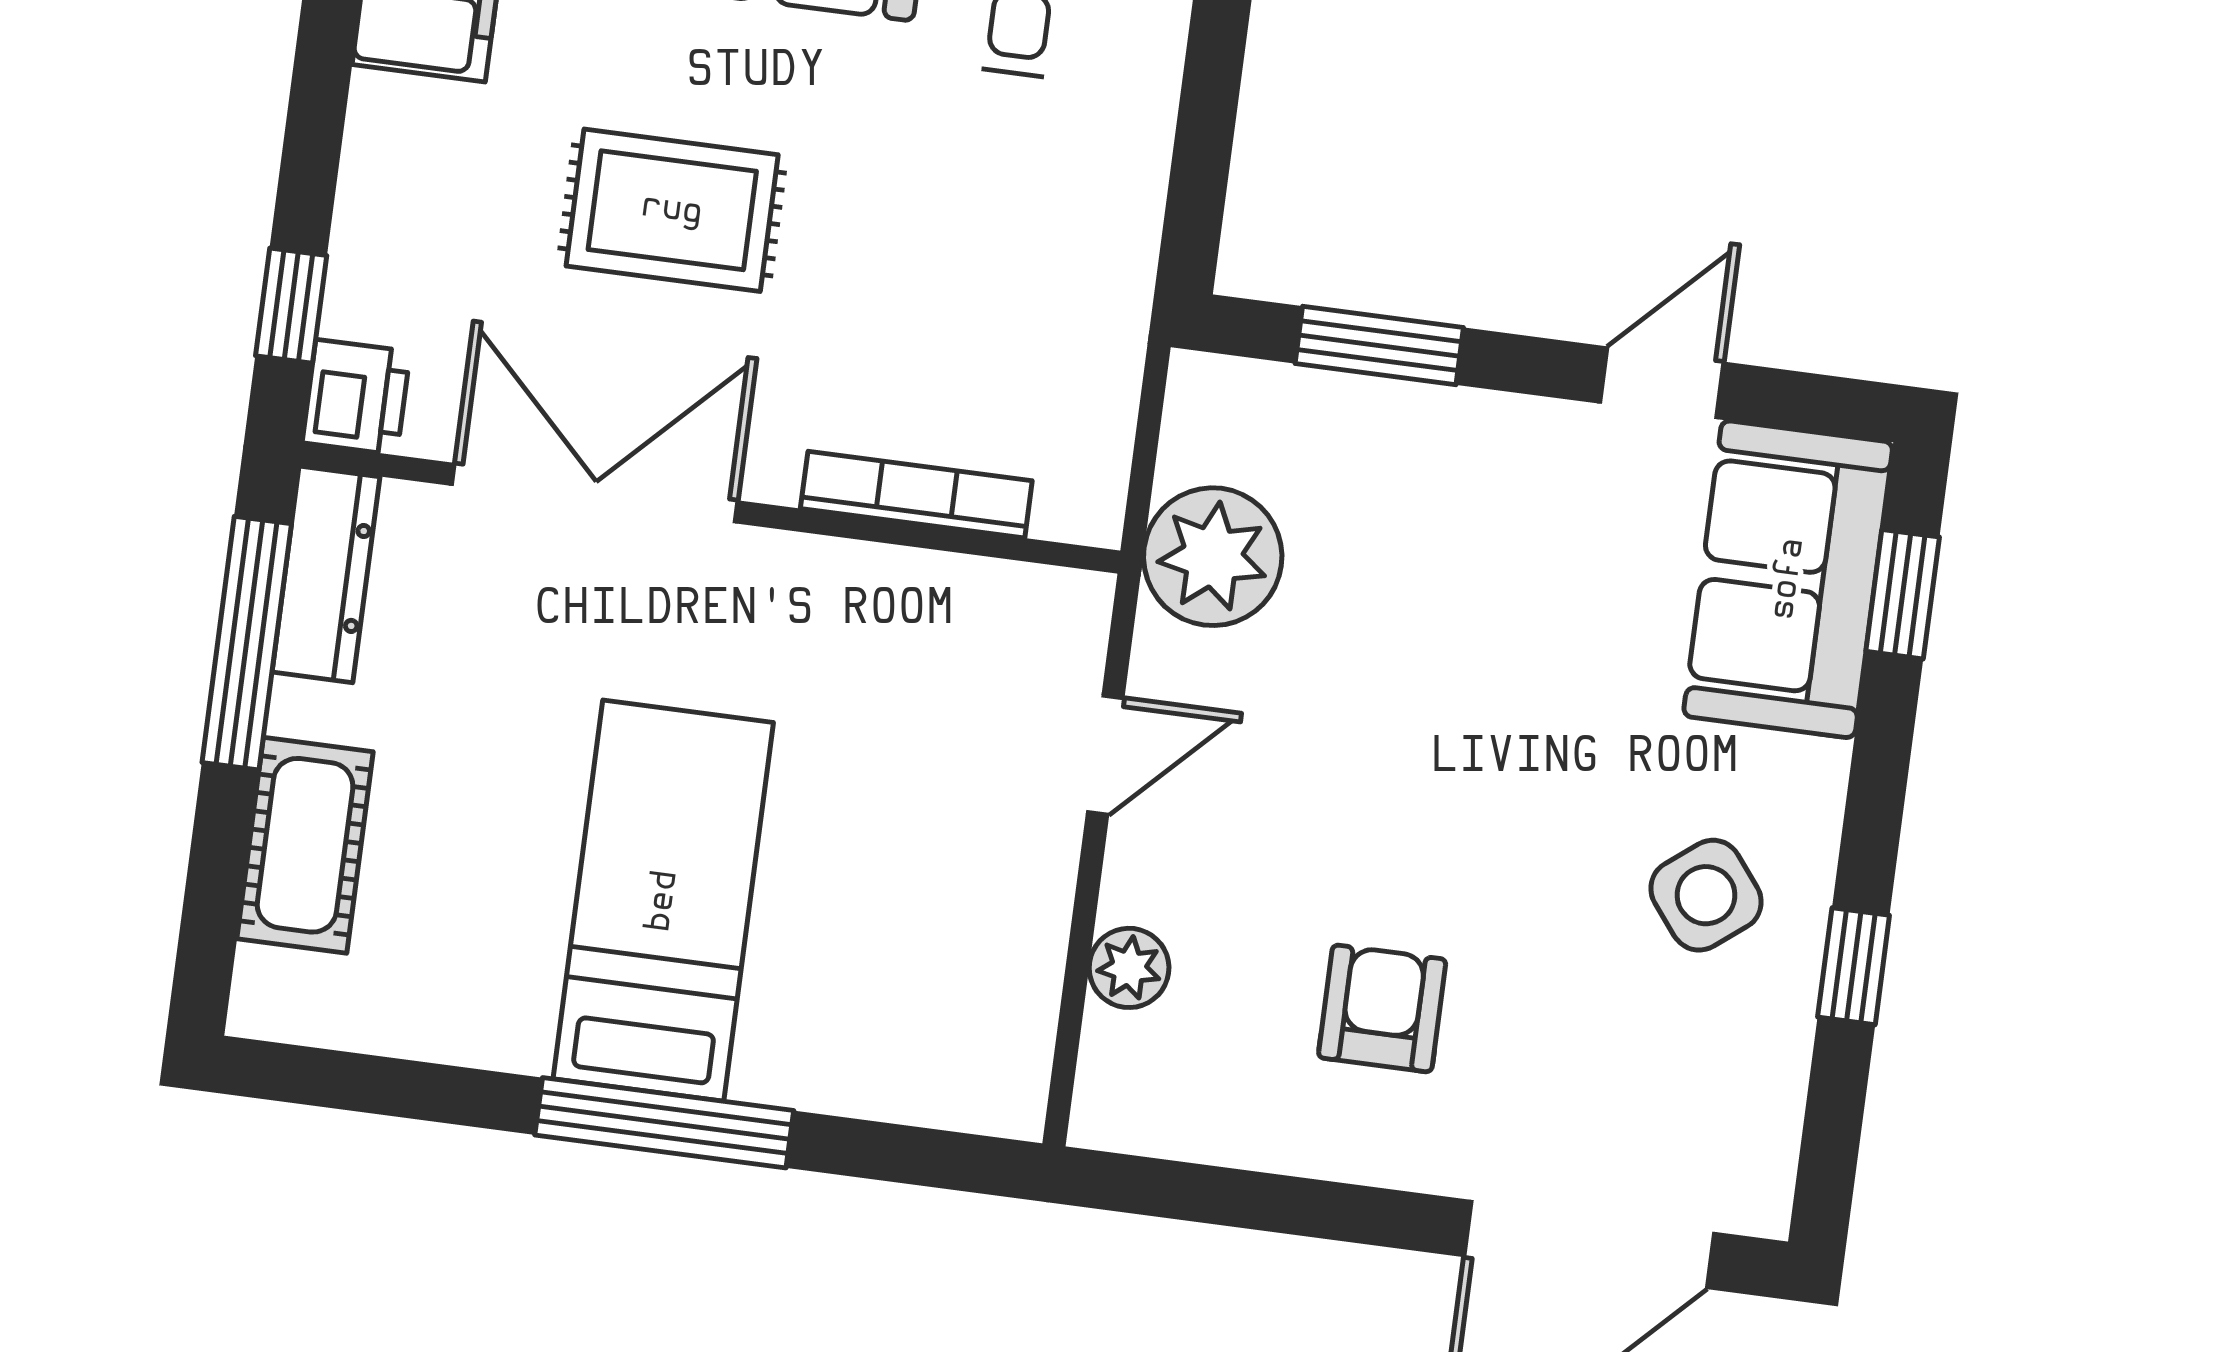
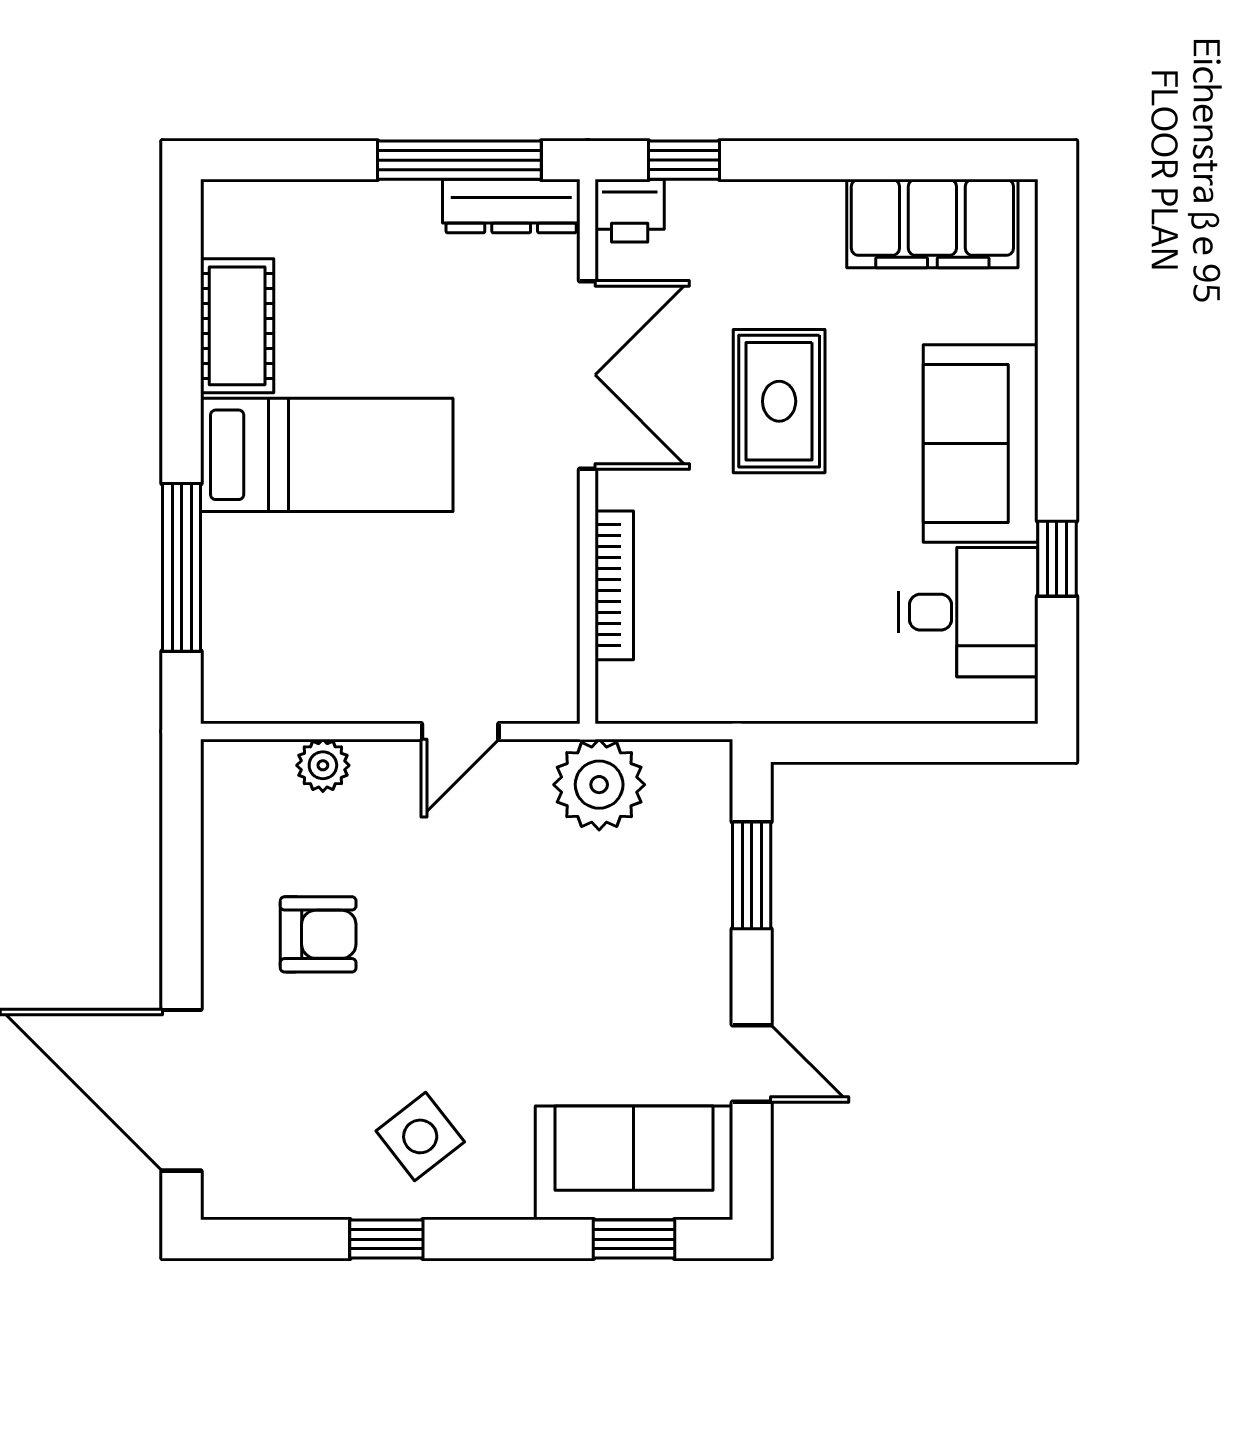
door: (1105, 755) -> (460, 731), hinge flipped
cot: (305, 845) -> (237, 326), moved, turned 90
window: (664, 1123) -> (182, 567), moved

